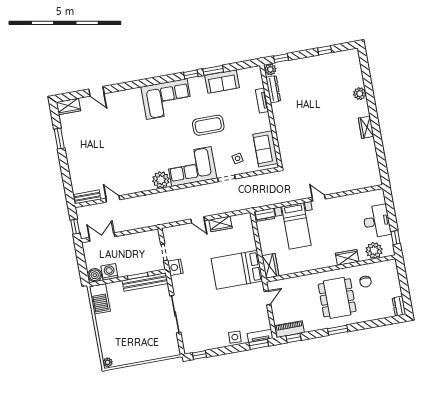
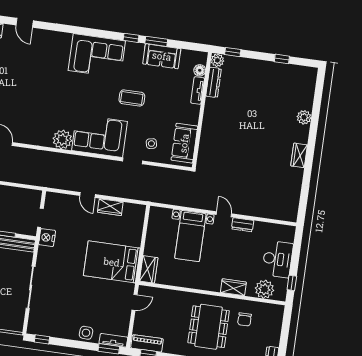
floor lamp: (258, 83) -> (200, 70), added
coffee table: (208, 125) -> (132, 98), width x0.73, depth x0.76
dresser: (265, 215) -> (243, 225), moved

